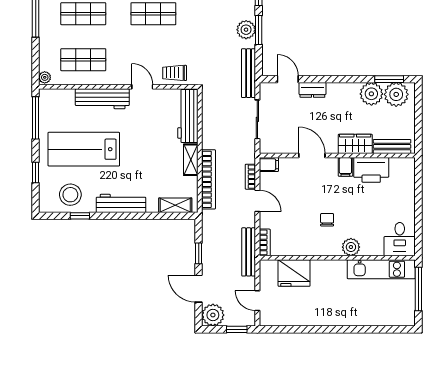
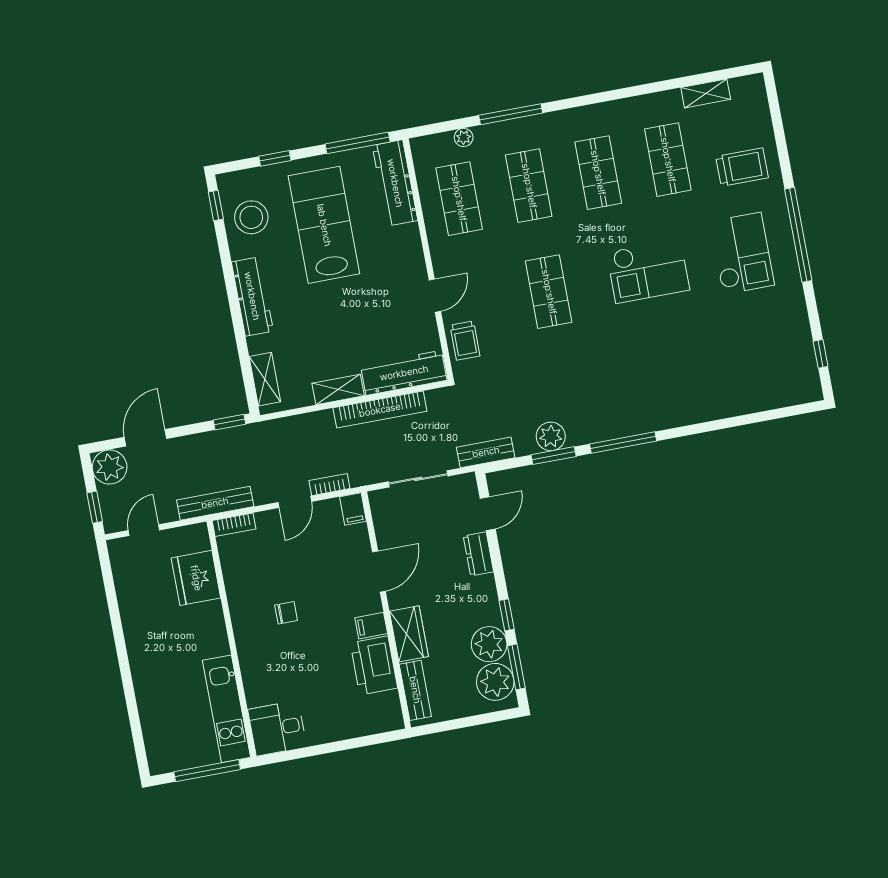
trolley: (175, 73) -> (465, 341), turned 180
bench: (249, 73) -> (486, 452), width x0.73
plant: (45, 77) -> (464, 137), moved
window: (355, 79) -> (507, 615), added
workbench: (102, 99) -> (395, 183), moved
bookcase: (208, 179) -> (380, 410), moved
window: (80, 216) -> (216, 206), moved
plant: (351, 247) -> (252, 657), removed
window: (199, 253) -> (230, 422), moved

